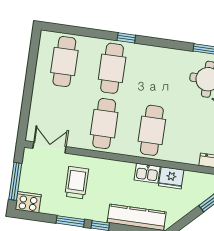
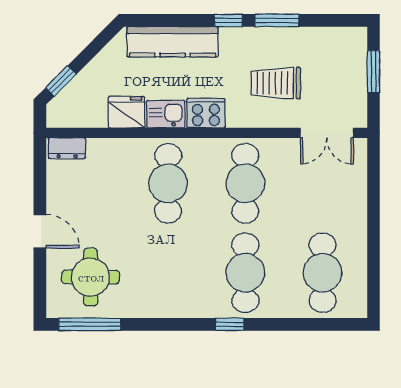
window: (15, 181) -> (373, 71), width x0.69
trolley: (77, 183) -> (276, 83), turned 90
cooker: (28, 202) -> (206, 113), moved, turned 180

